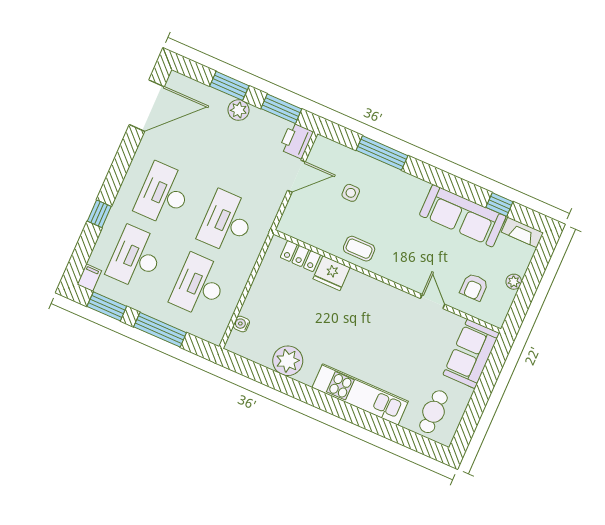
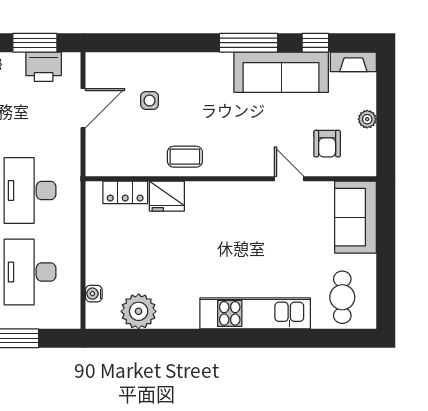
printer: (296, 140) -> (44, 67), moved, turned -90
window: (382, 153) -> (249, 43), moved
plant: (288, 361) -> (139, 311), moved

